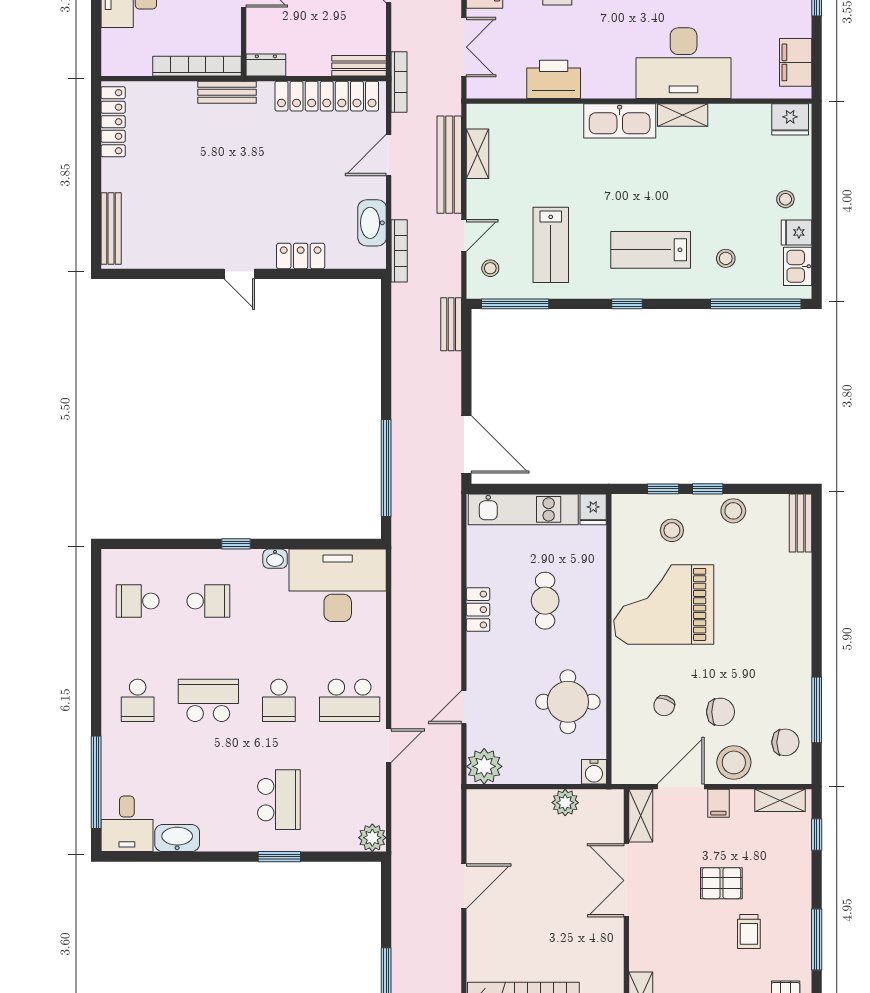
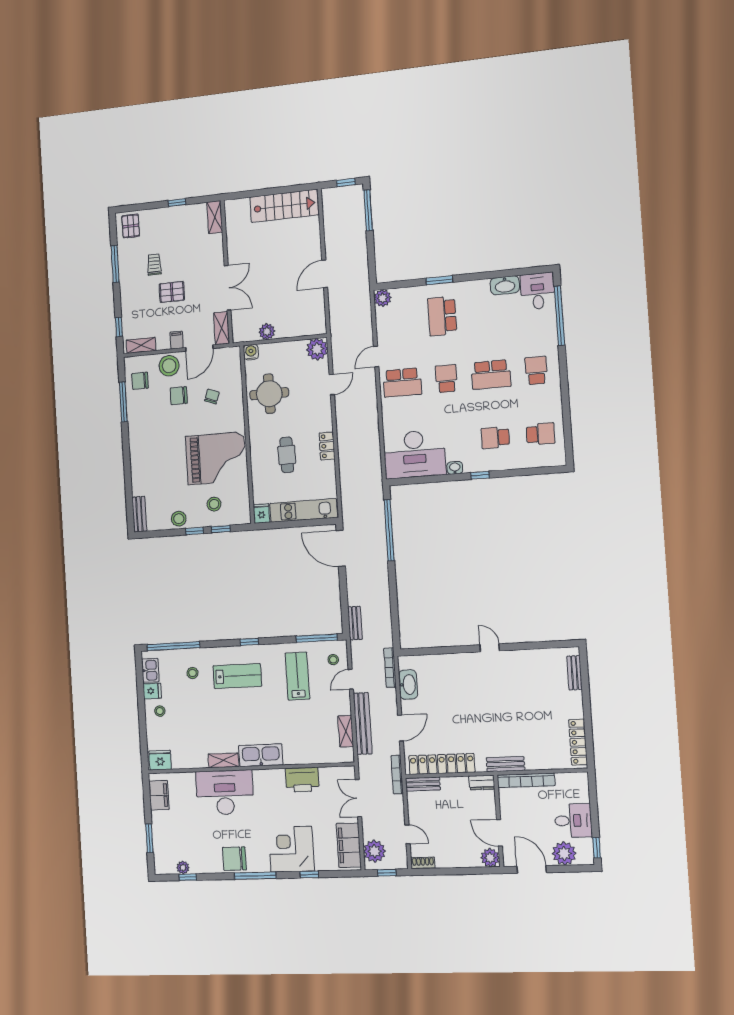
bench: (111, 229) -> (575, 673), width x0.73
locker: (301, 256) -> (452, 661), removed
school desk: (350, 700) -> (402, 383), turned 180

